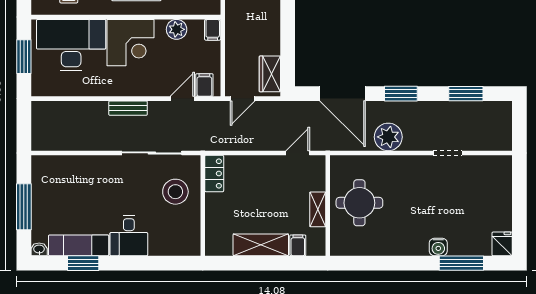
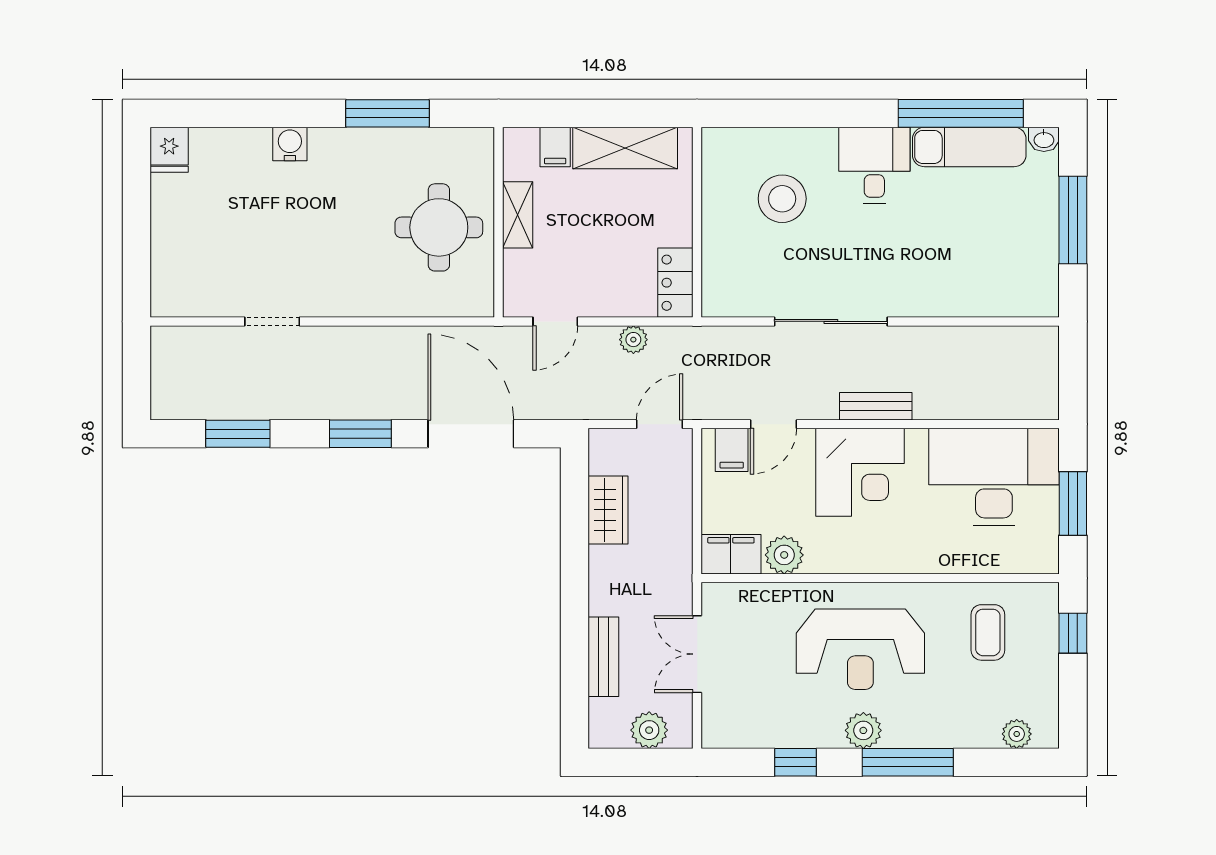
filing cabinet: (213, 30) -> (731, 554), width x2.00
corner desk: (130, 43) -> (860, 472), moved, turned 180
desk: (71, 45) -> (994, 477), moved, turned 180
wardrobe: (270, 74) -> (608, 510), moved
plant: (388, 137) -> (633, 340), moved, width x0.53, depth x0.53
locker: (214, 174) -> (675, 283), moved
stool: (175, 192) -> (782, 199), moved
wall: (203, 206) -> (697, 222), moved
window: (83, 263) -> (961, 113), width x2.11
window: (461, 263) -> (387, 113), moved

